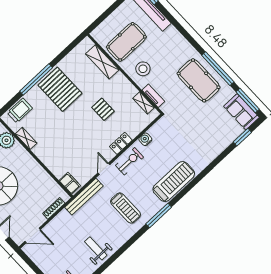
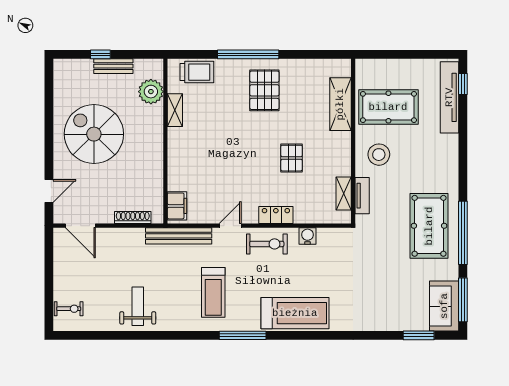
pallet: (60, 89) -> (264, 90), width x0.73, depth x0.71

